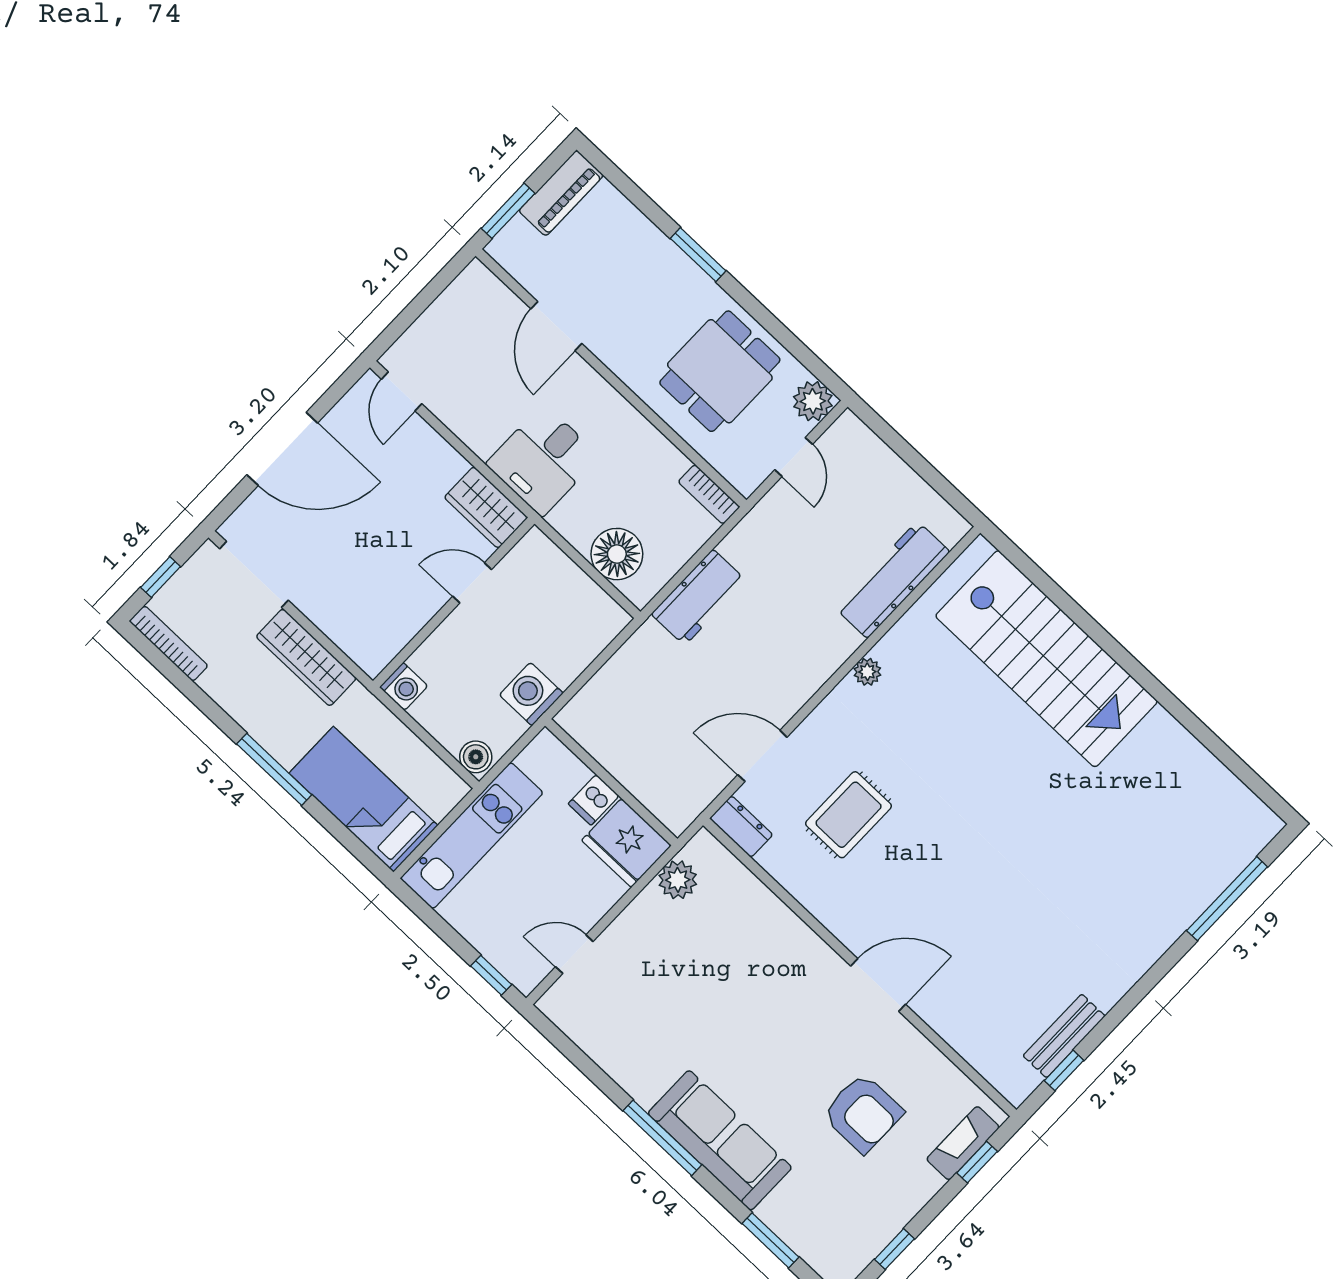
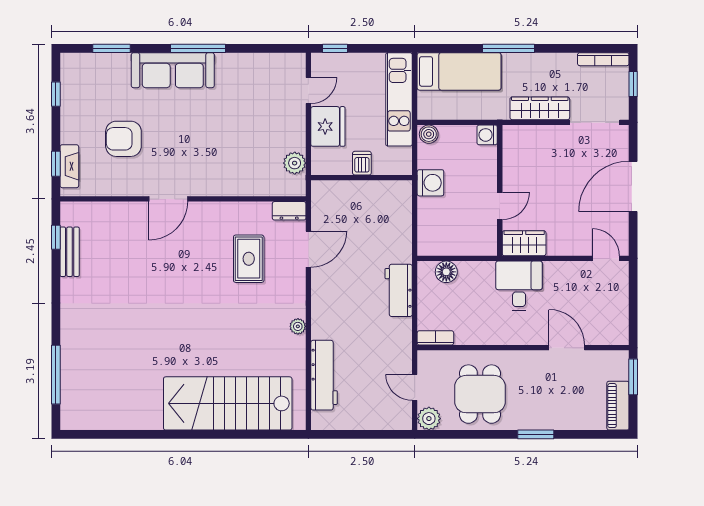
floor lamp: (617, 554) -> (446, 272), width x0.73, depth x0.73
fridge: (626, 843) -> (328, 126), moved, turned 90

